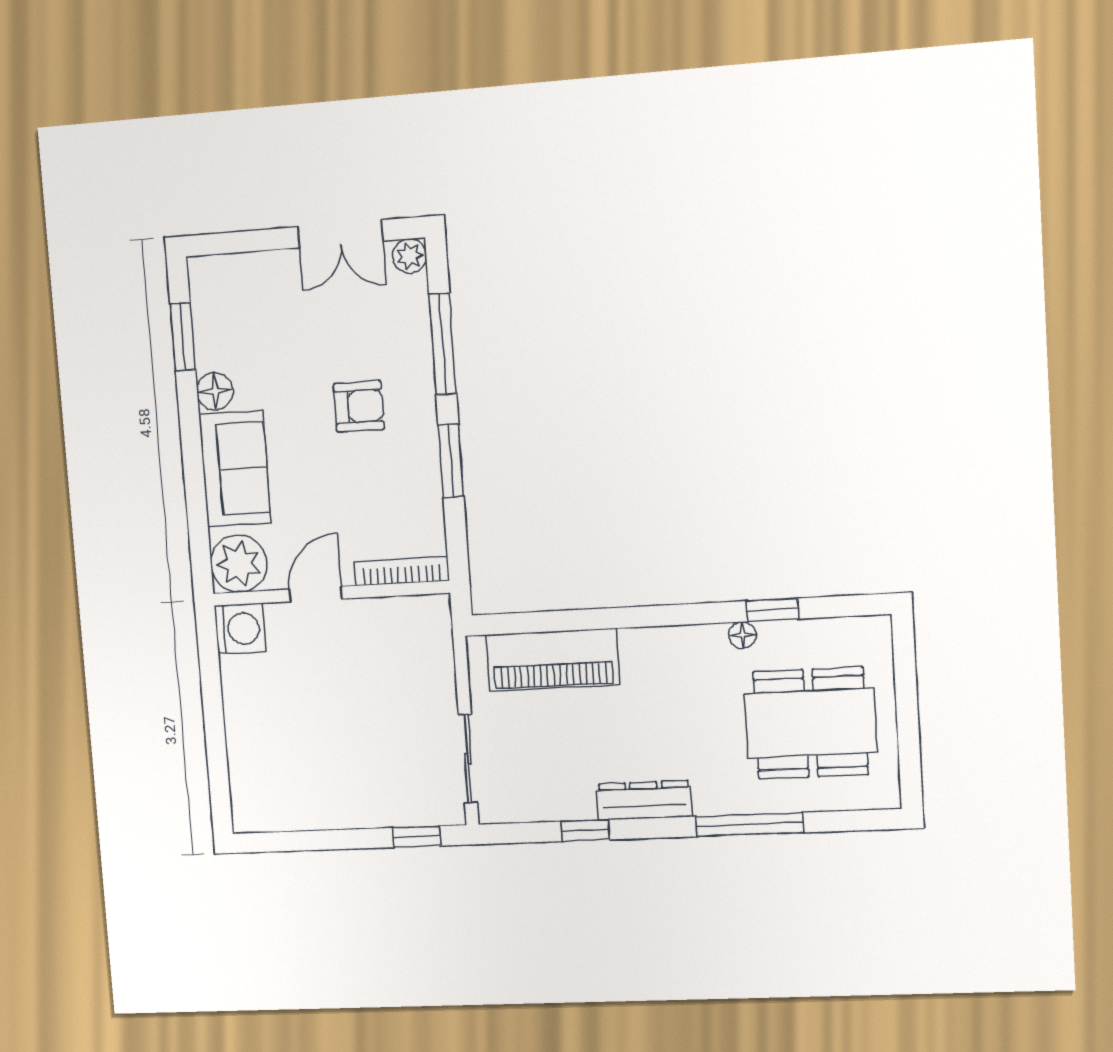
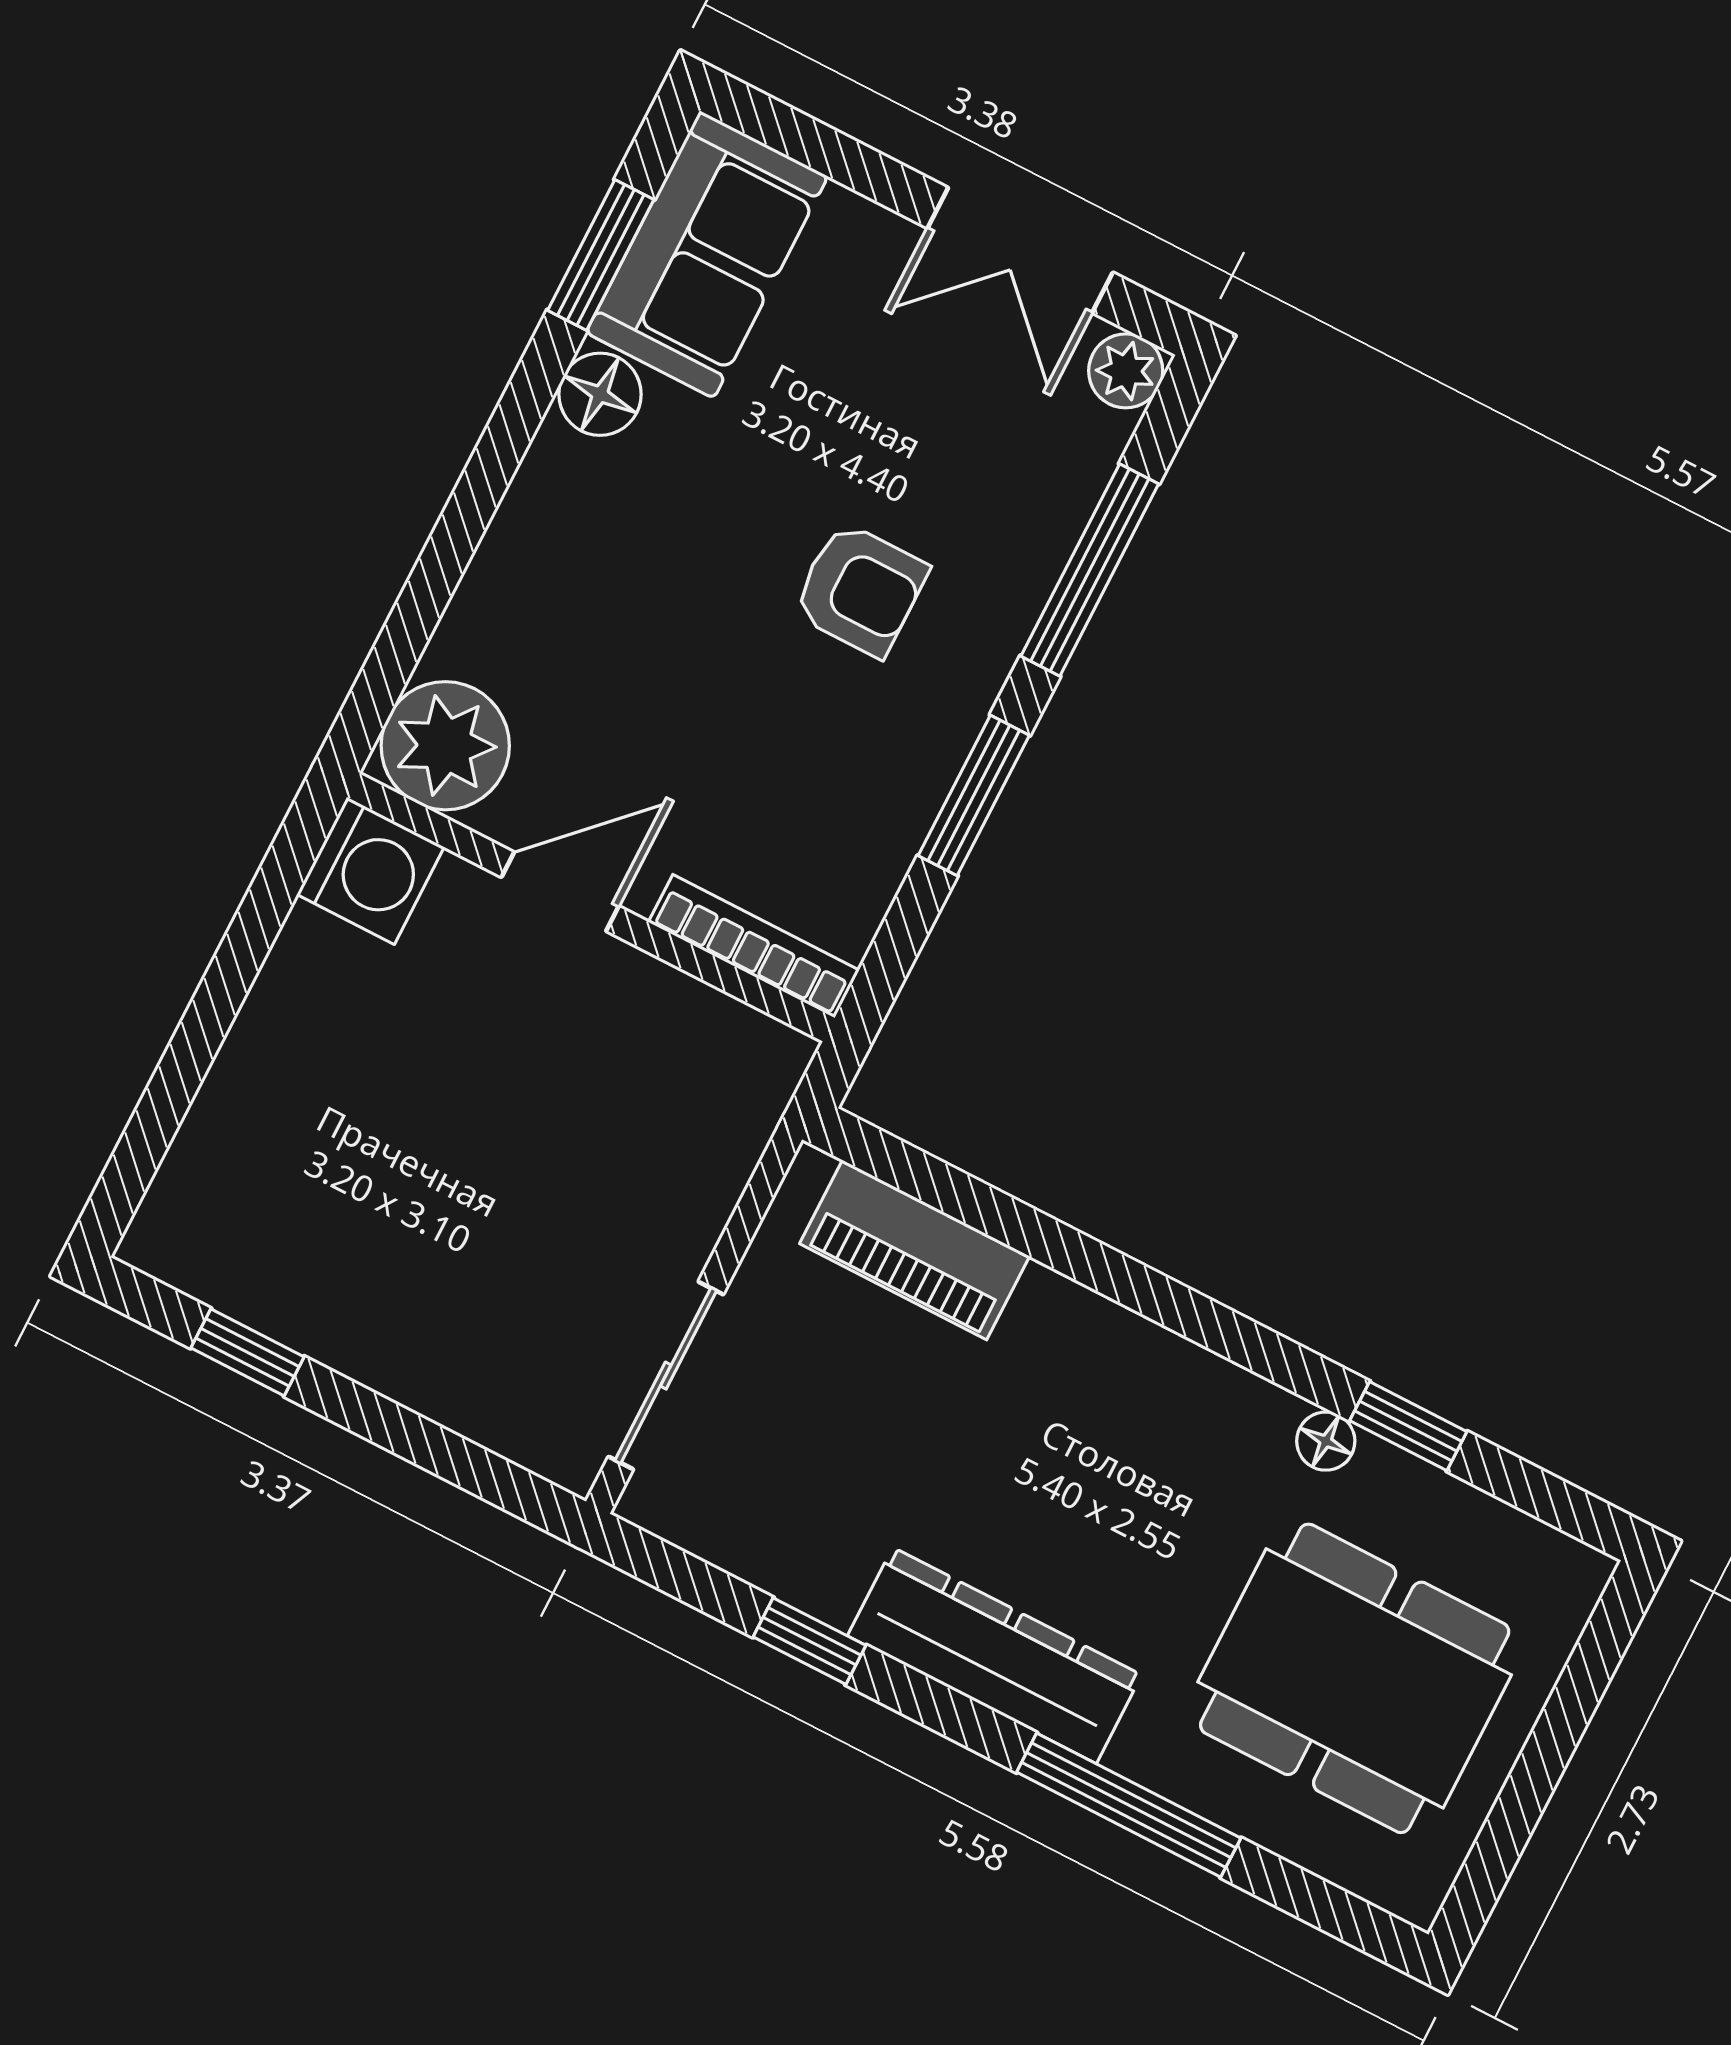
sofa: (235, 469) -> (707, 254), moved
piano: (553, 660) -> (915, 1250), width x0.73, depth x0.75
dresser: (644, 800) -> (995, 1655), width x1.37, depth x1.24
window: (417, 837) -> (247, 1352), moved

